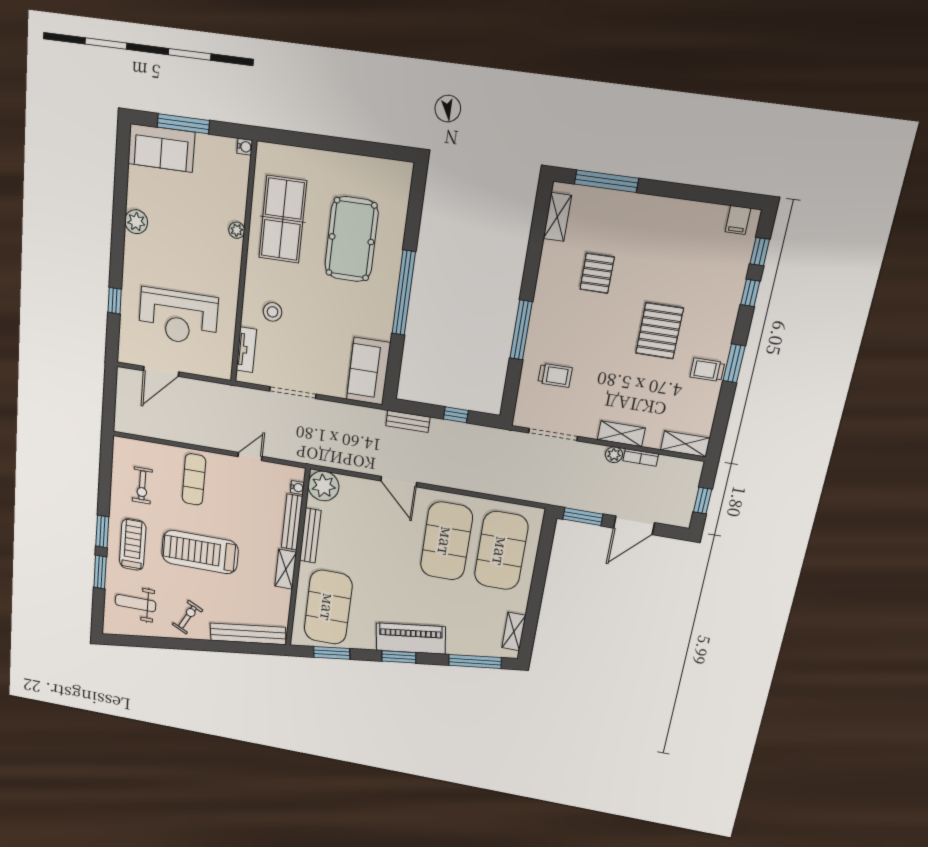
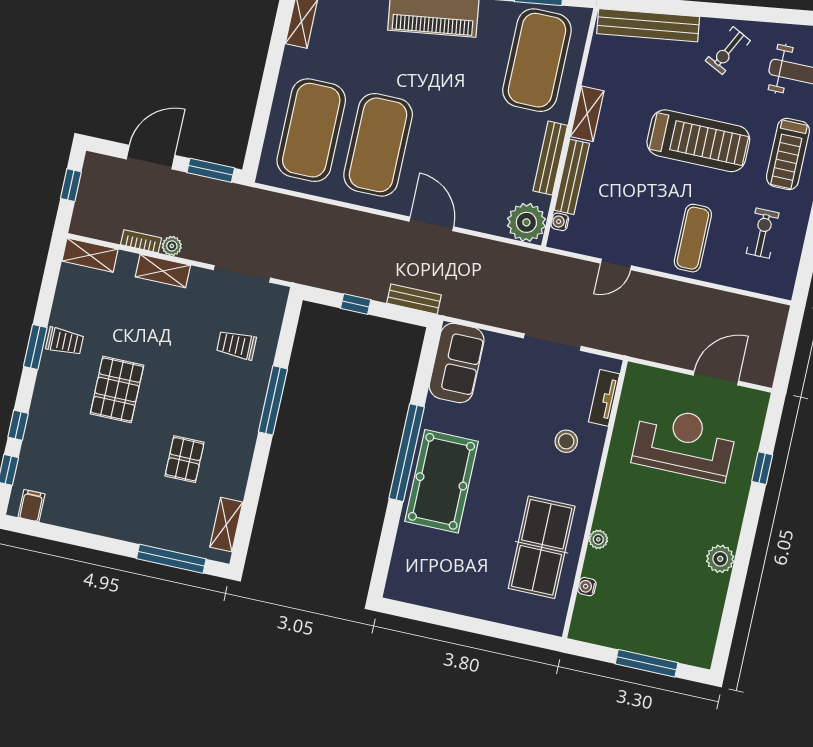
water cooler: (245, 147) -> (587, 587), moved
sofa: (161, 148) -> (677, 639), removed
pool table: (351, 239) -> (441, 481), moved

